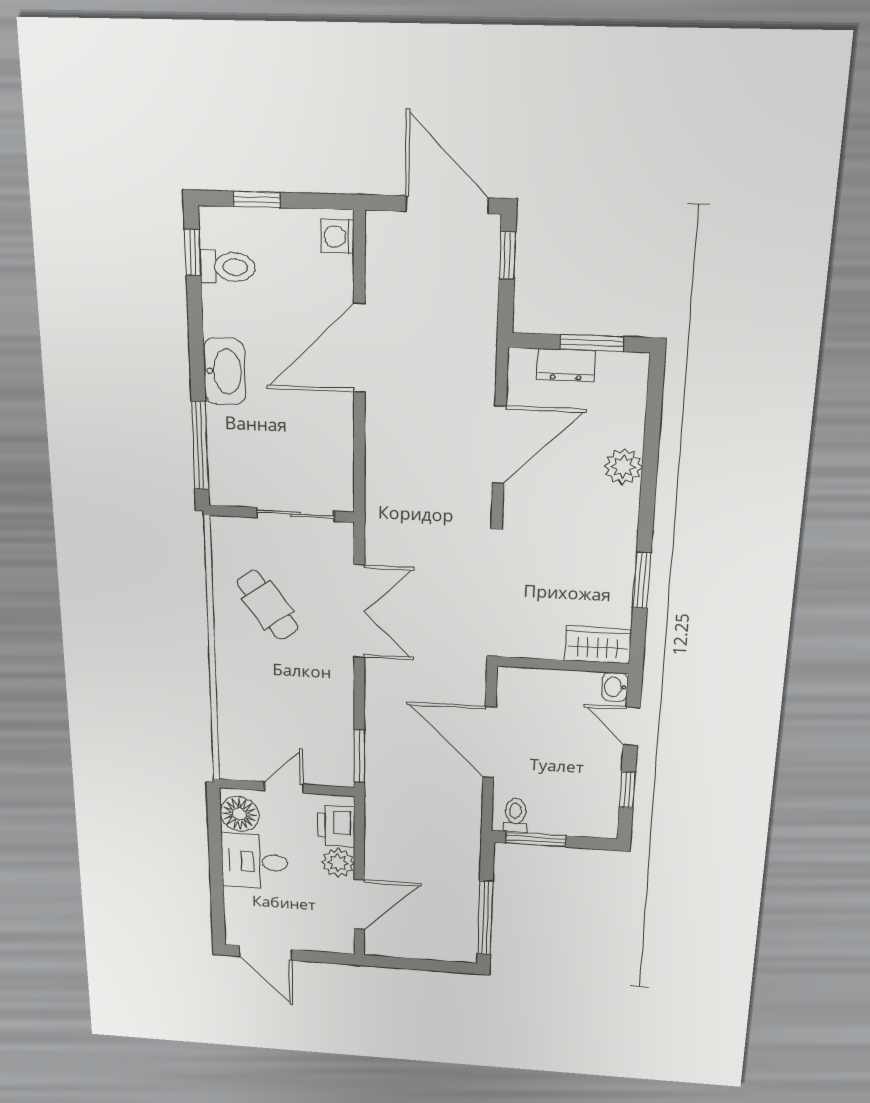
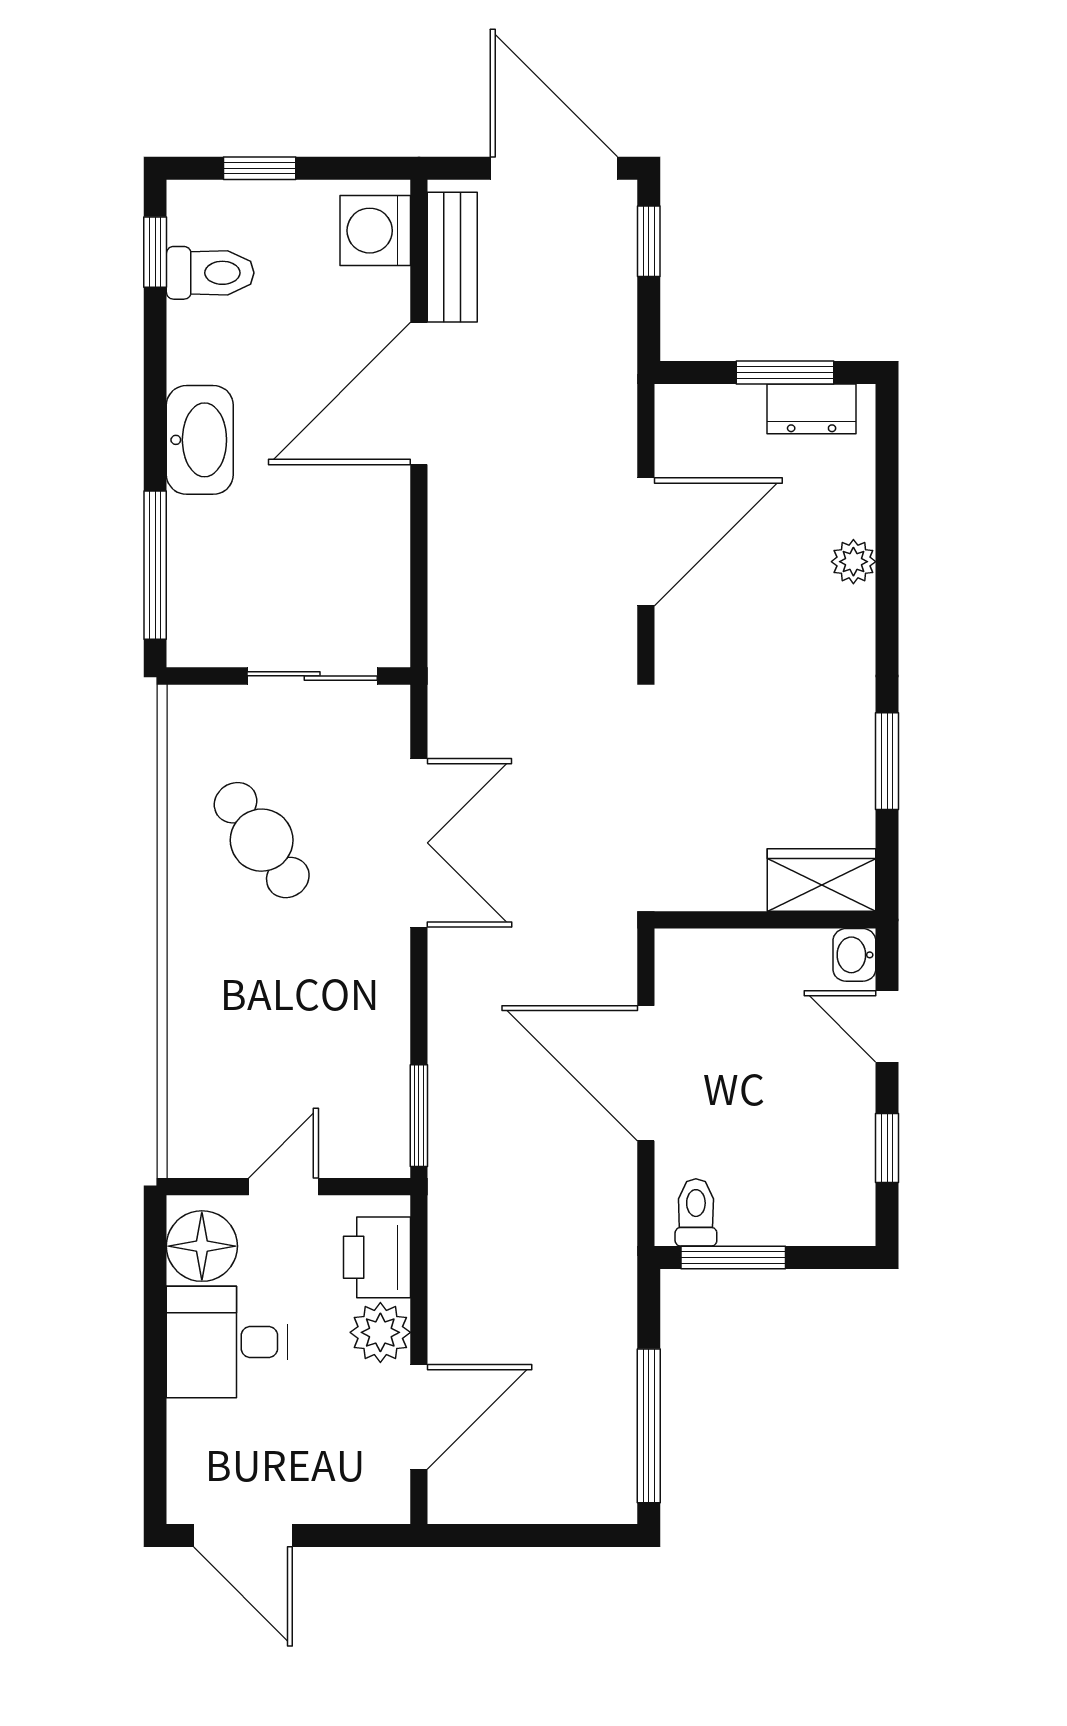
washing machine: (337, 237) -> (375, 231), width x1.38, depth x1.38
bench: (381, 262) -> (452, 257), added
dresser: (566, 365) -> (812, 409), moved
plant: (623, 467) -> (853, 562), width x0.73, depth x0.73

